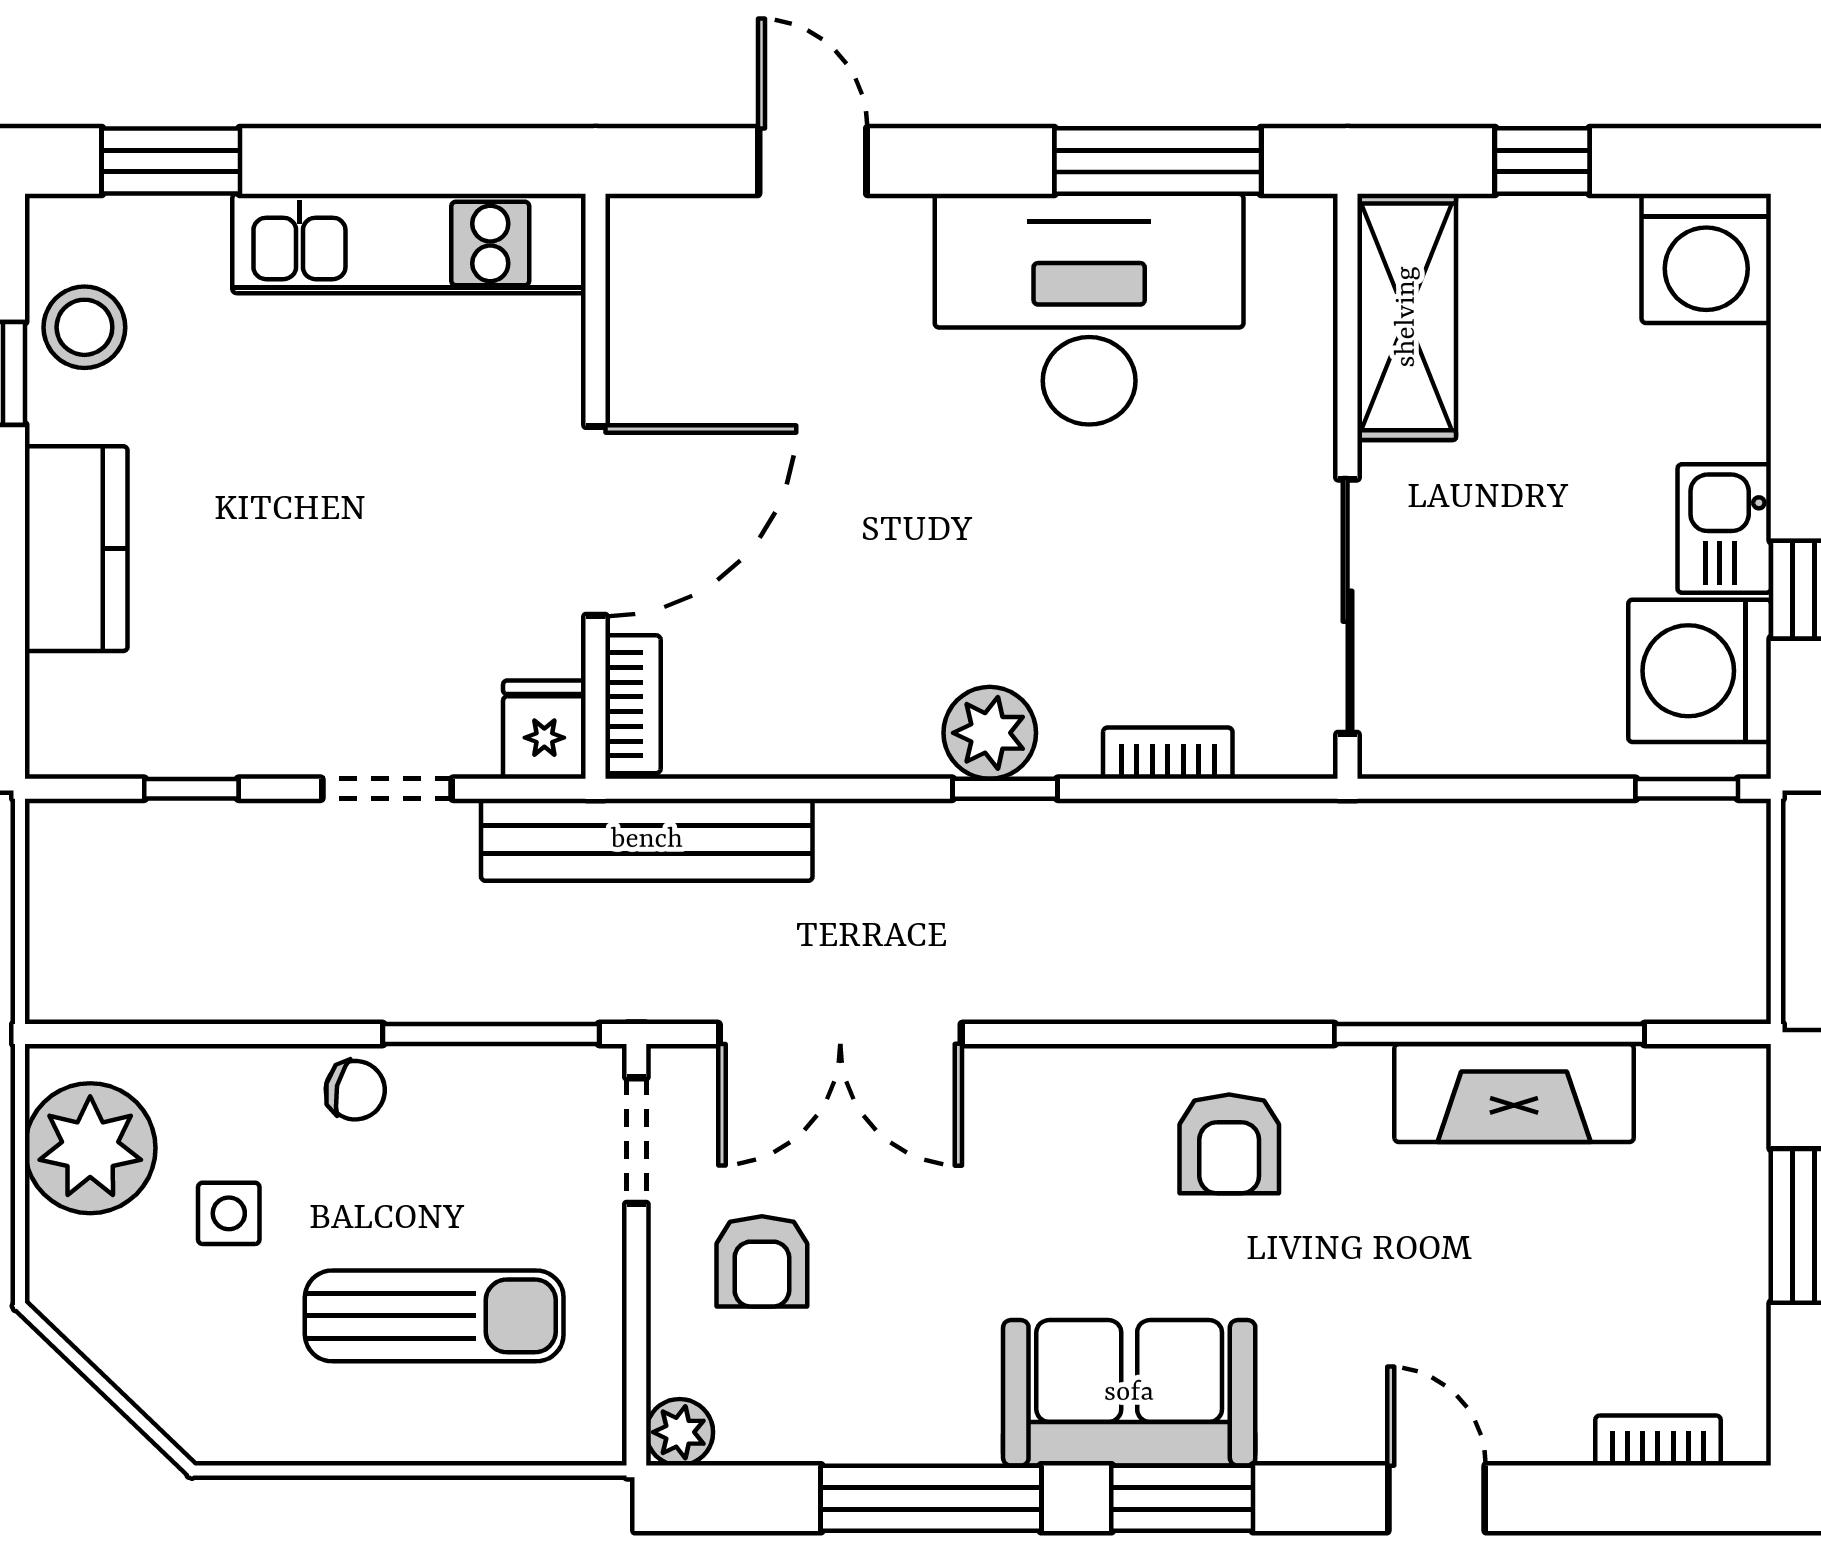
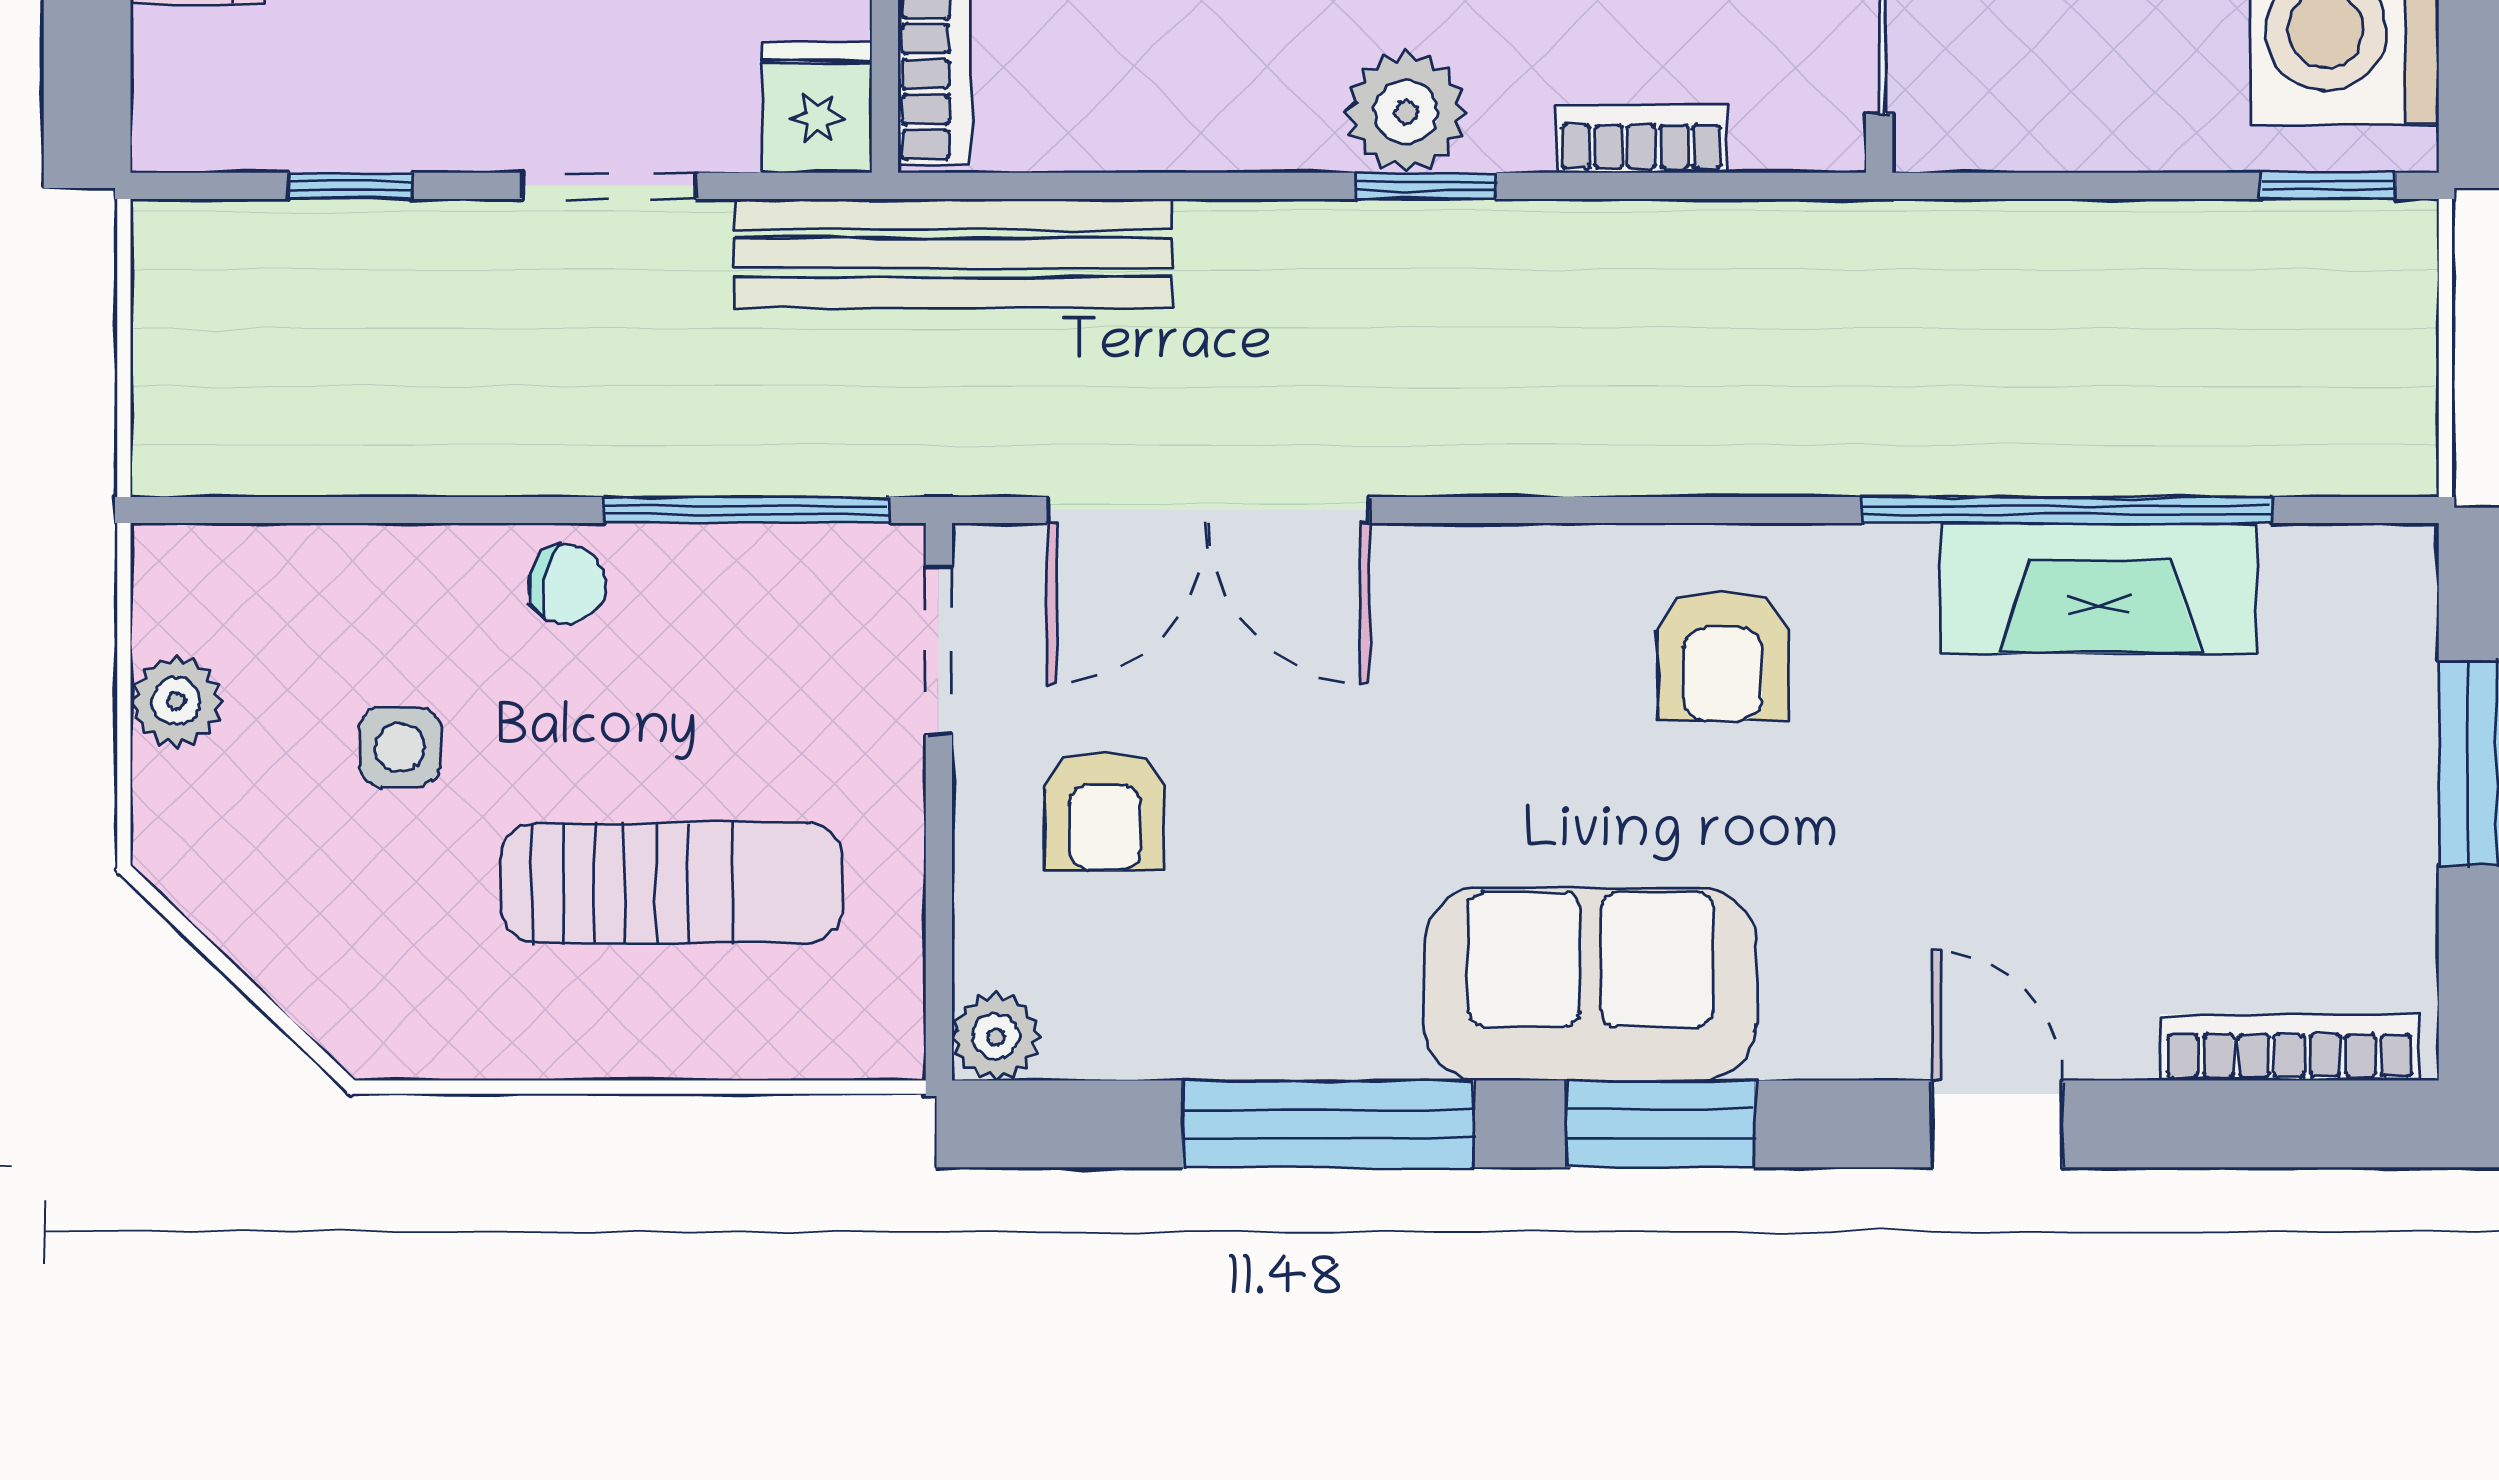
plant: (90, 1148) -> (176, 701), width x0.53, depth x0.53
bookcase: (1658, 1441) -> (2290, 1048), width x1.56

